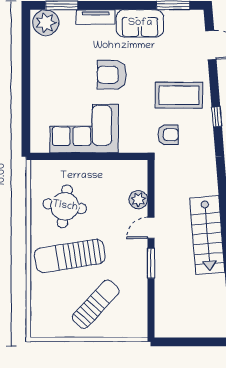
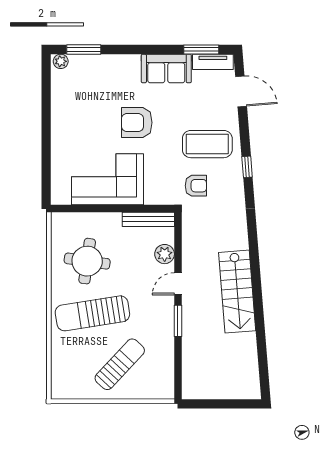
tv unit: (96, 17) -> (213, 62), moved
plant: (46, 23) -> (61, 61), width x0.53, depth x0.53
bench: (123, 167) -> (148, 219), added

